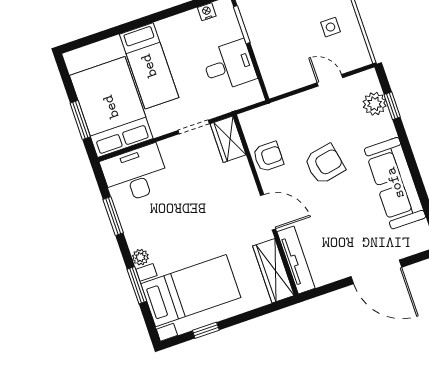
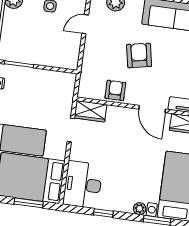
desk: (229, 66) -> (42, 86), removed
door: (268, 212) -> (152, 109), swing flipped
window: (113, 216) -> (103, 213), width x0.67

